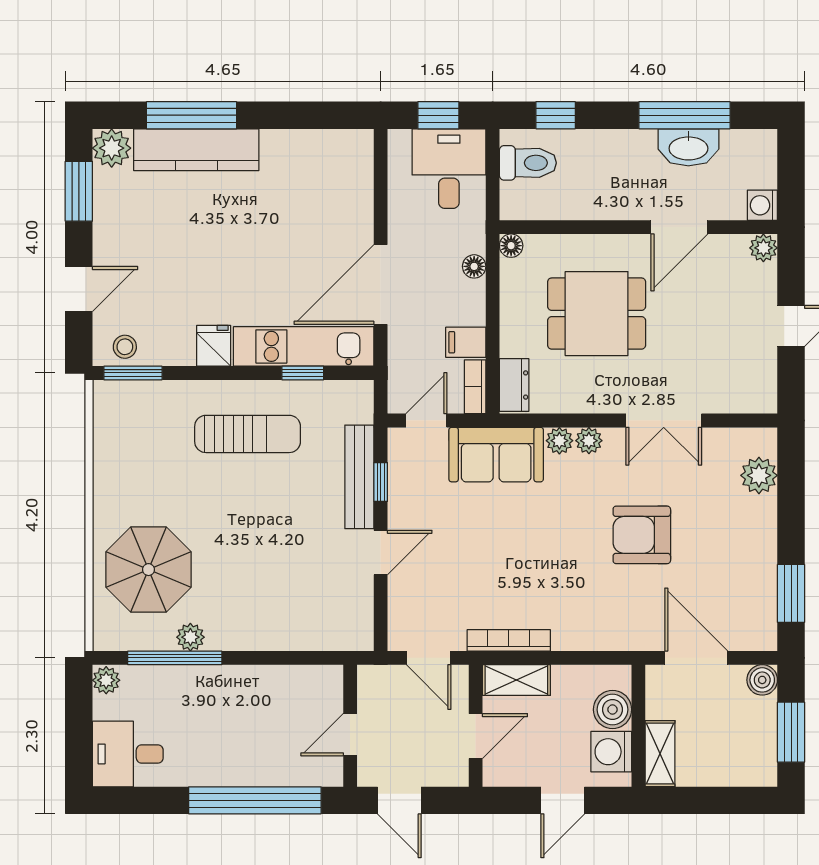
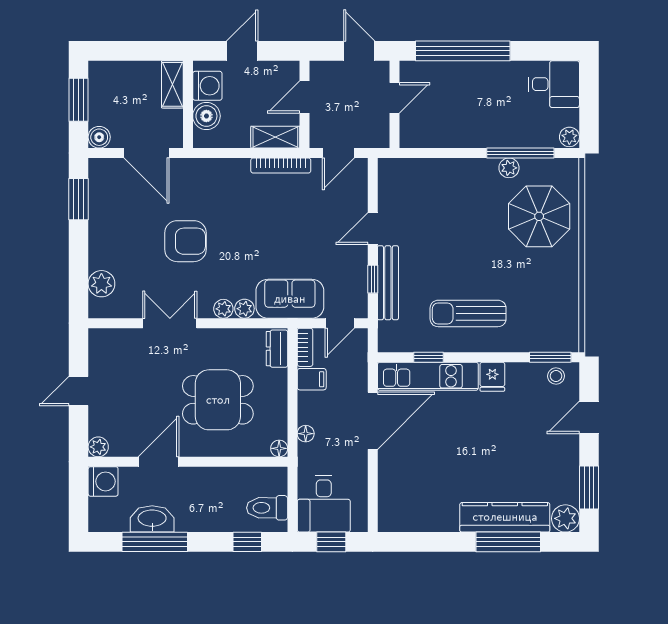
washing machine: (762, 205) -> (103, 481), width x1.38, depth x1.38
door: (429, 658) -> (338, 153), swing flipped

